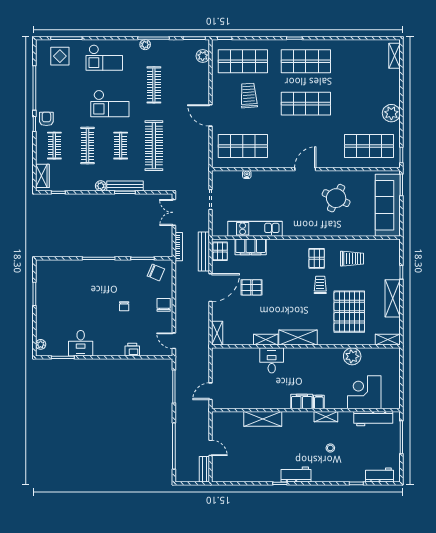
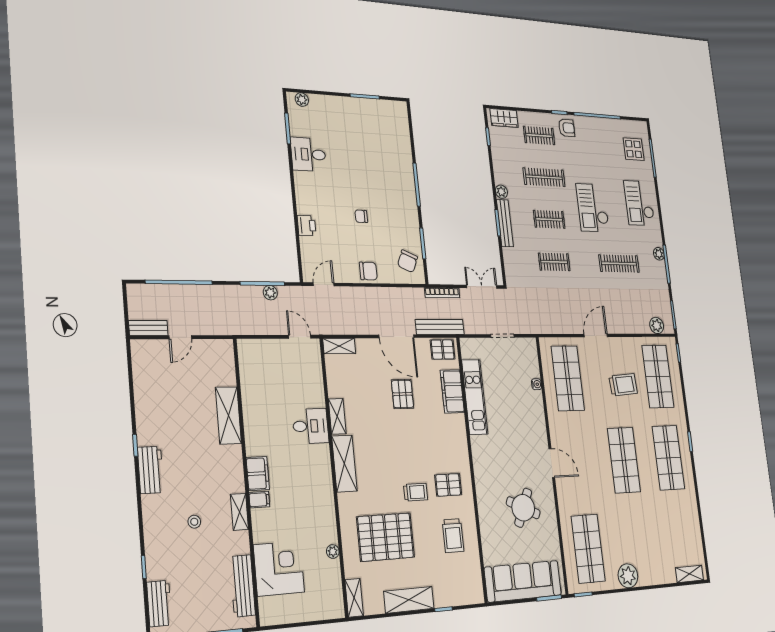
clothes rail: (154, 146) -> (554, 262), width x0.54, depth x0.76
plant: (352, 356) -> (333, 552), width x0.53, depth x0.53
plant: (180, 381) -> (270, 293), added
door: (211, 391) -> (300, 337), moved

